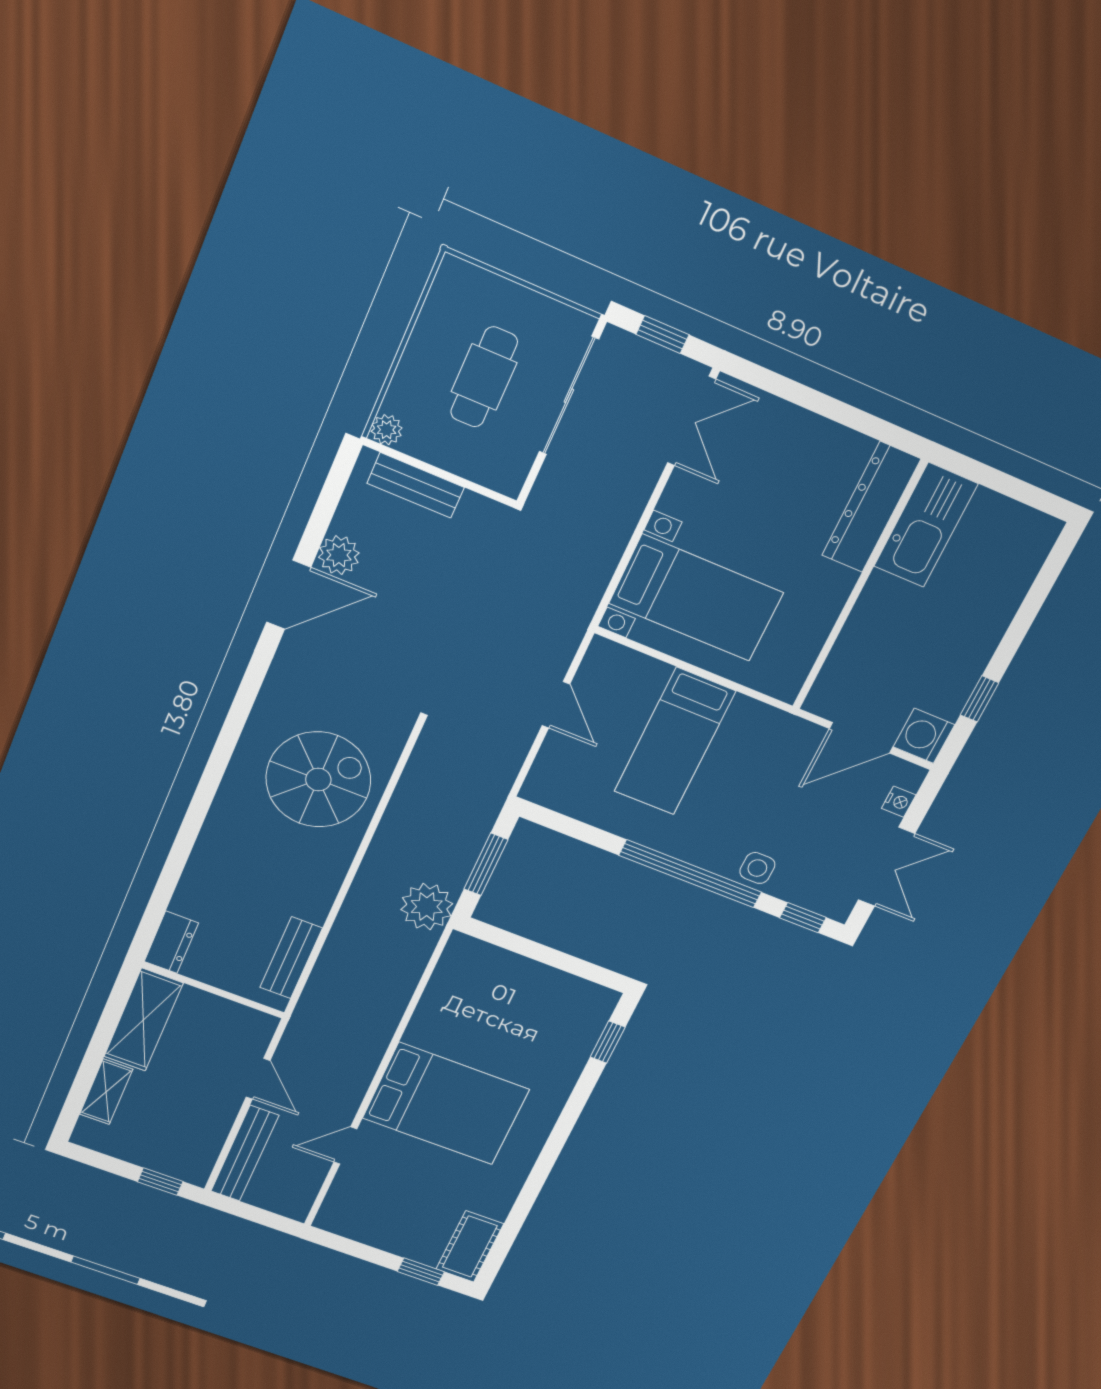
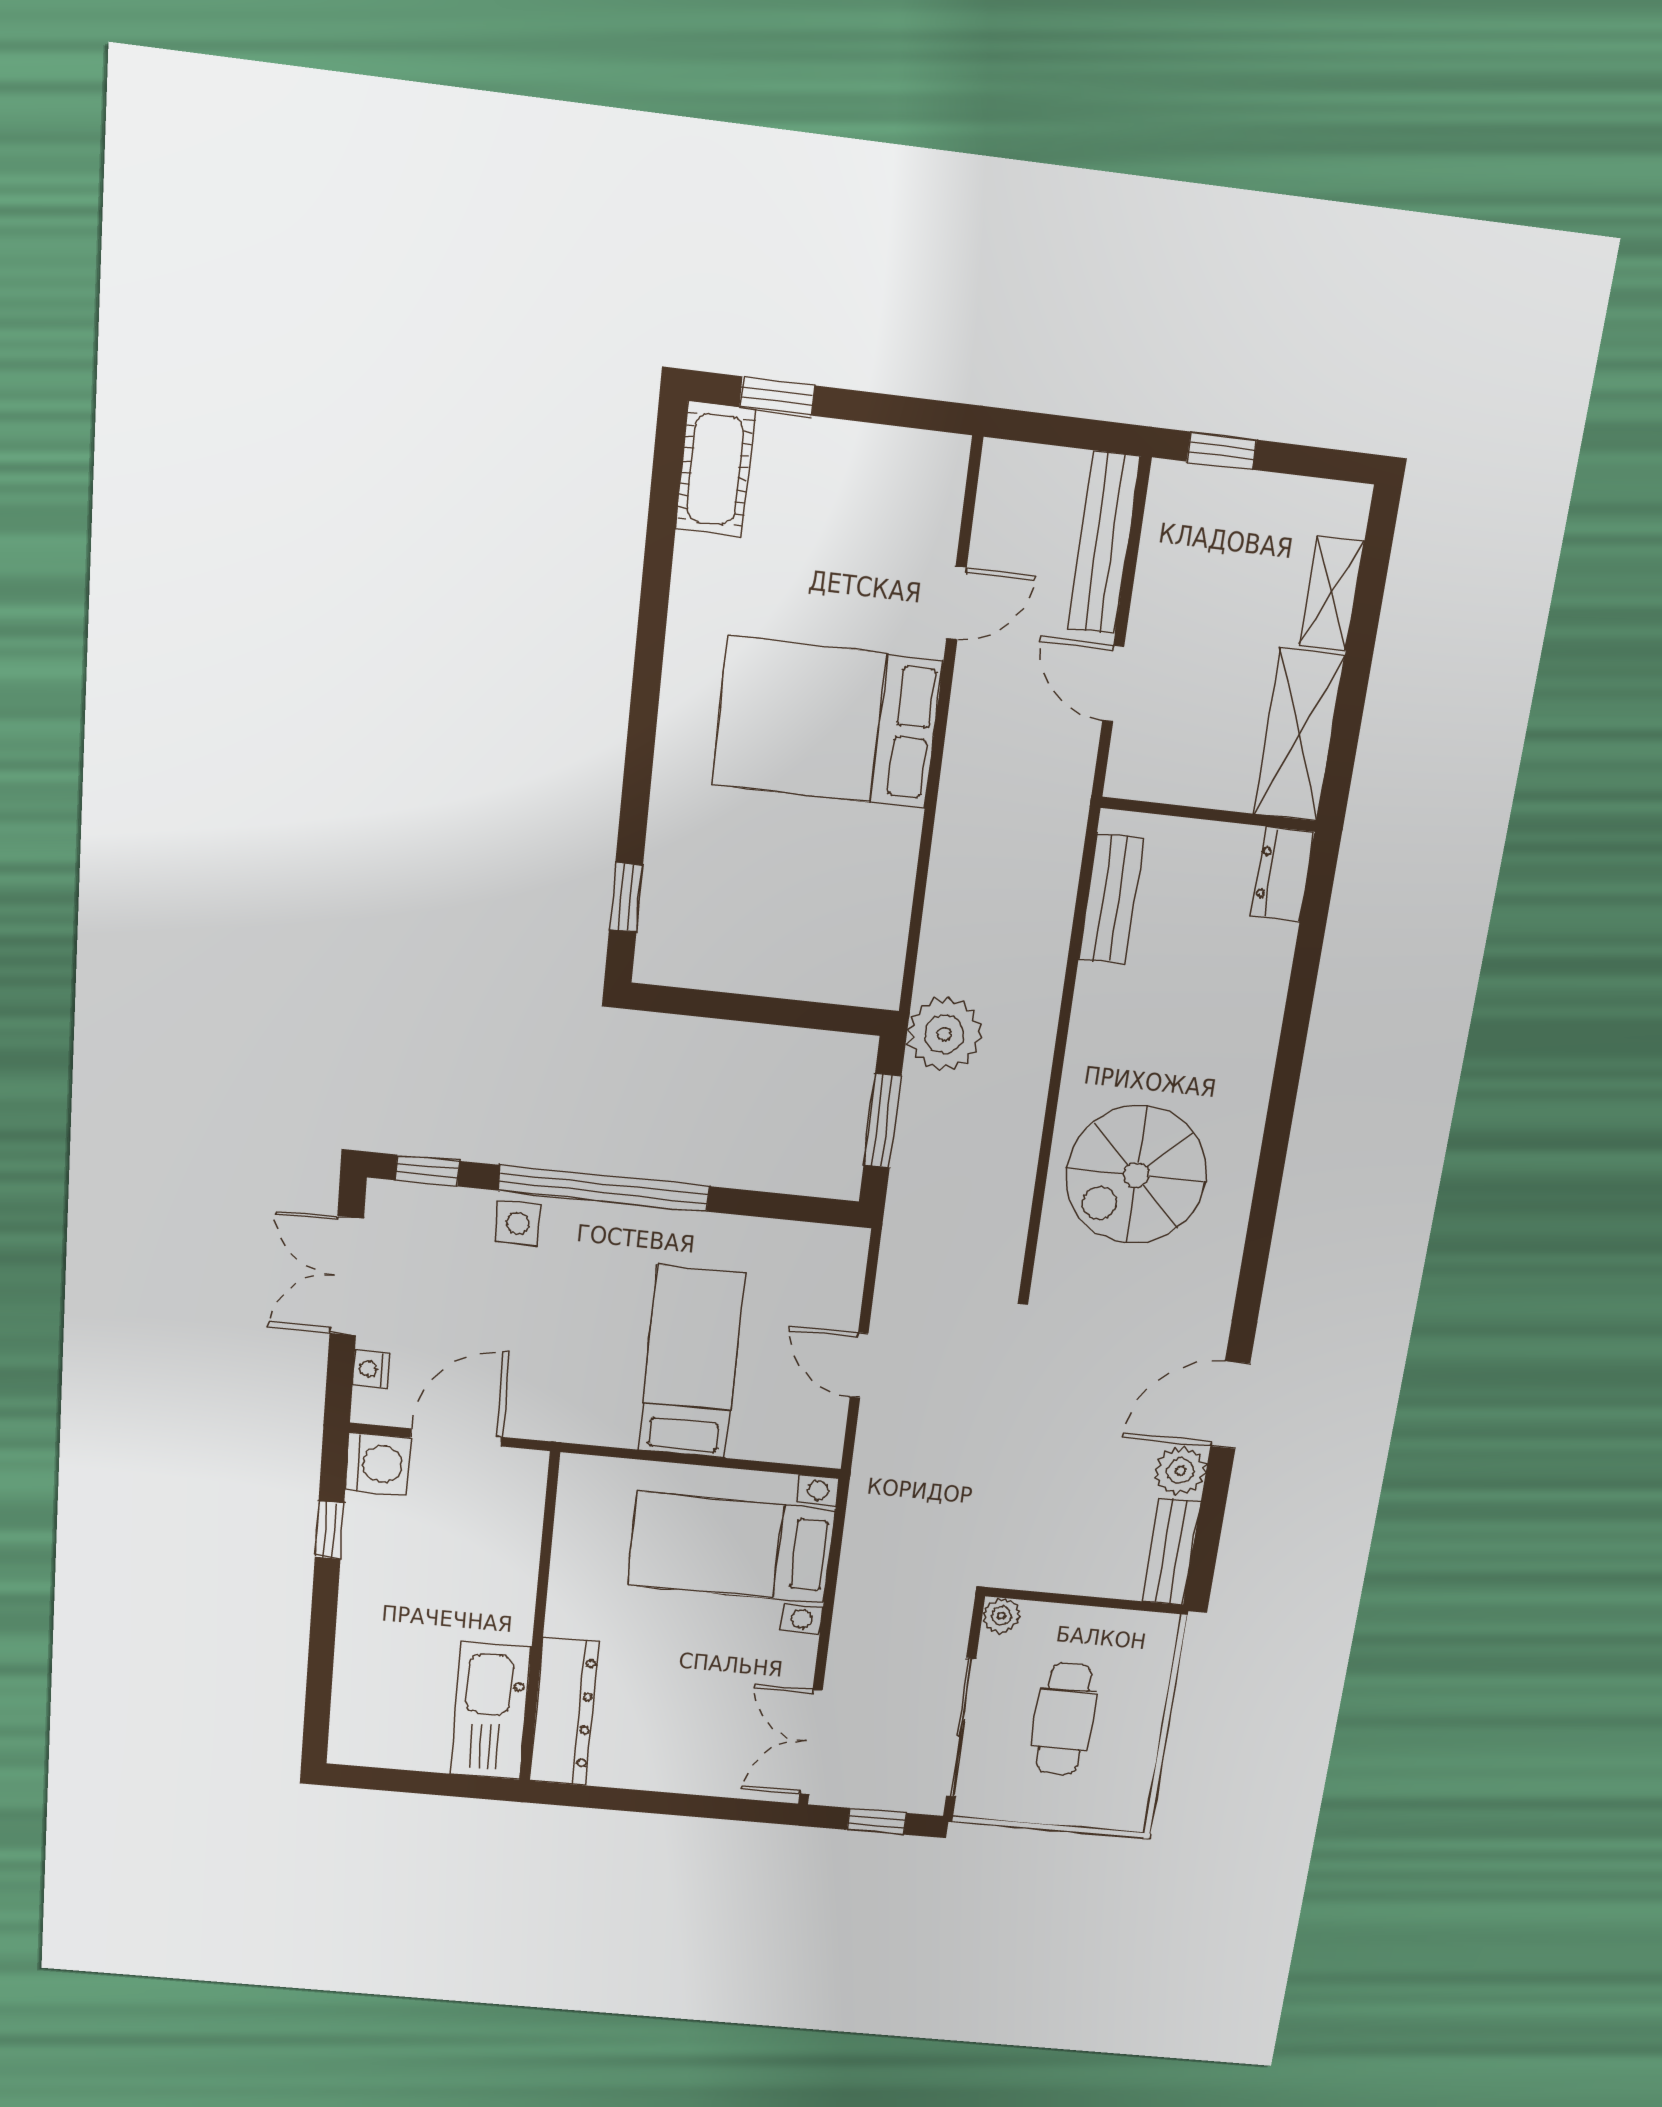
plant: (387, 430) -> (1001, 1616), moved
bench: (416, 485) -> (1171, 1552), moved, turned 90

